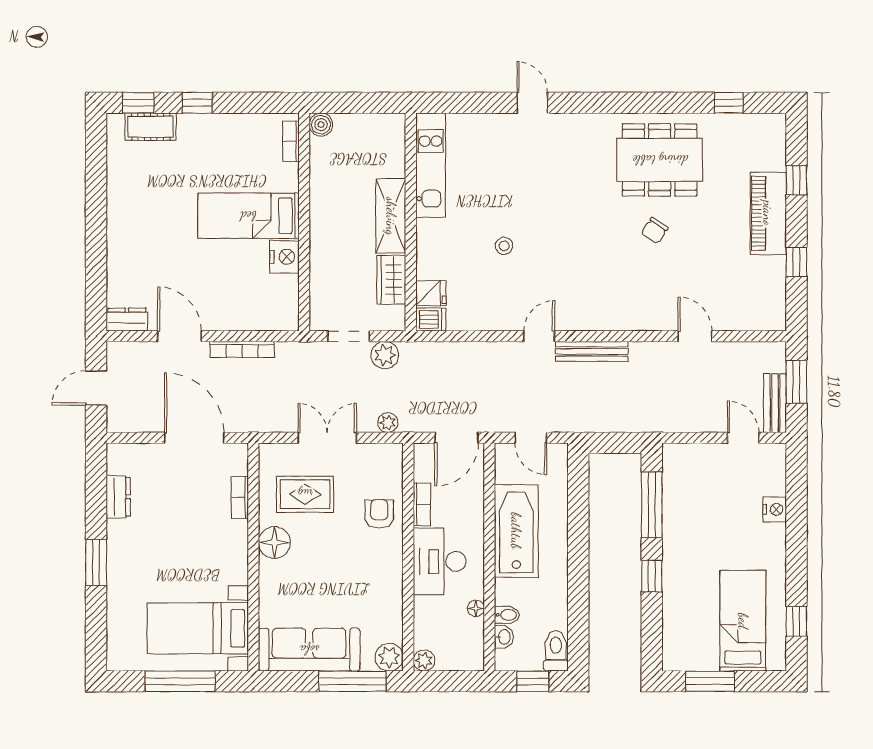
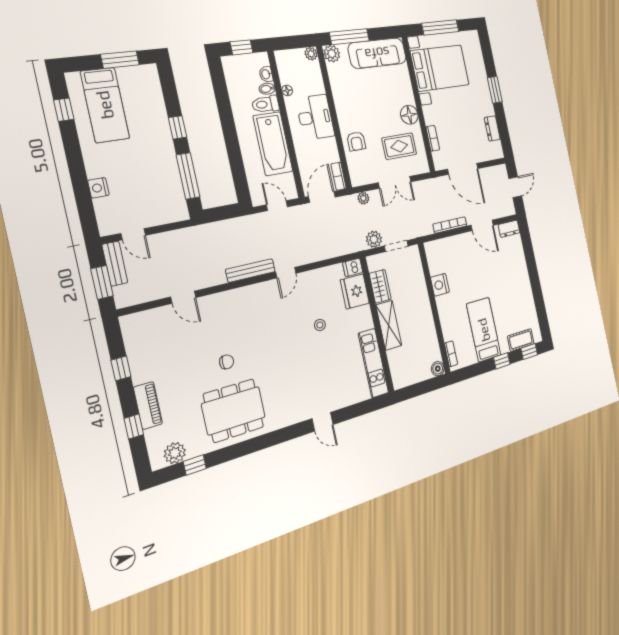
plant: (752, 128) -> (175, 453), added
piano: (768, 213) -> (148, 406), width x0.73, depth x0.75
bed: (248, 216) -> (484, 330), moved, turned -90
chair: (655, 231) -> (227, 362), turned 56
fridge: (431, 293) -> (355, 291), width x1.88, depth x1.34
bookcase: (422, 504) -> (339, 176), moved
bed with nightstands: (198, 628) -> (440, 68), width x1.36
toilet: (556, 651) -> (265, 104), moved, turned 90

